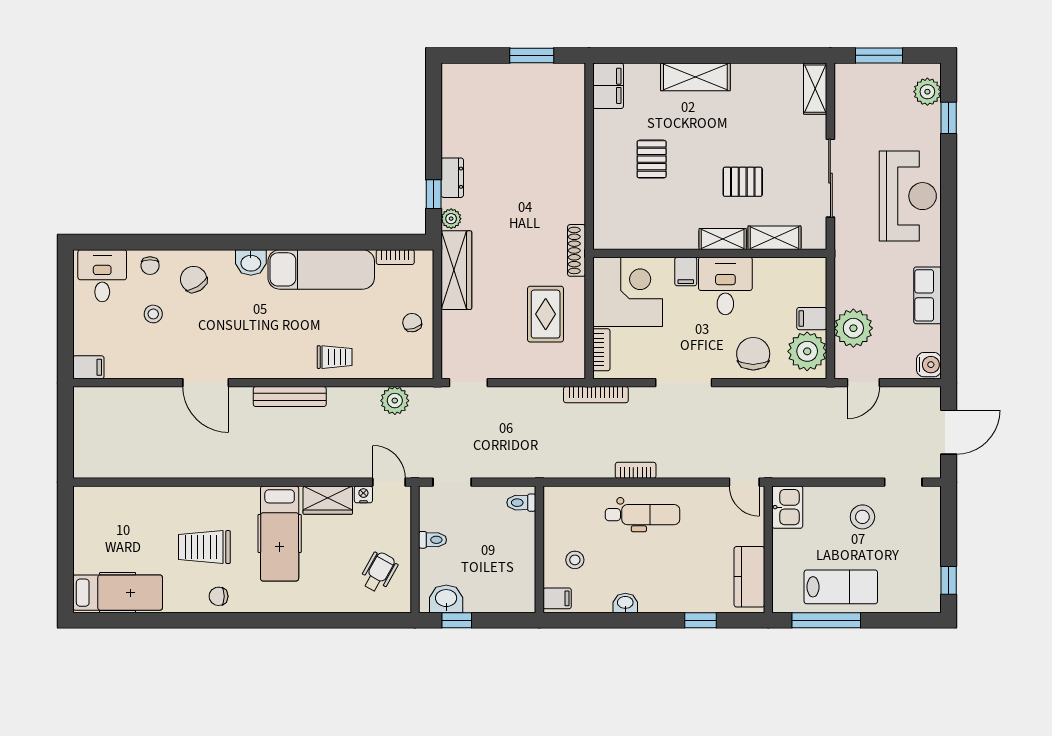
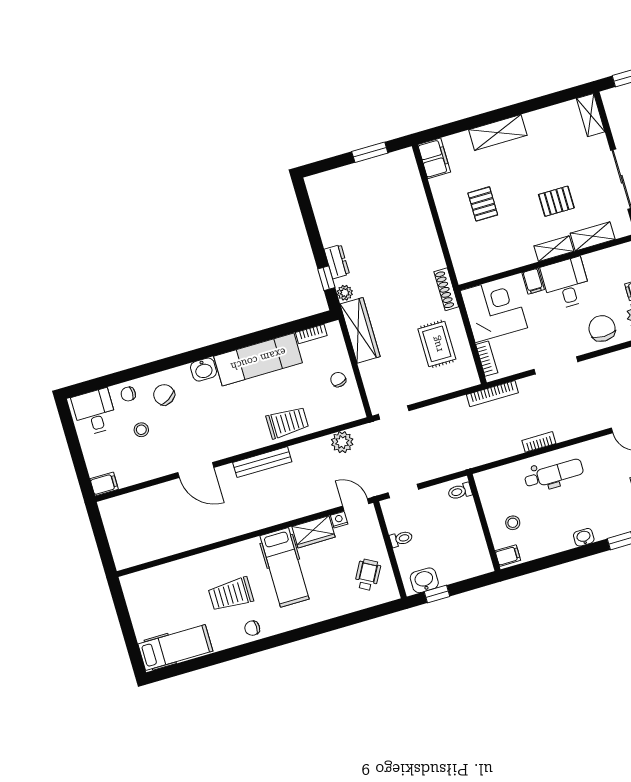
chair: (150, 266) -> (128, 394), turned 90
trolley: (335, 357) -> (287, 422), width x1.36, depth x1.39
washbasin: (625, 603) -> (584, 537), moved

